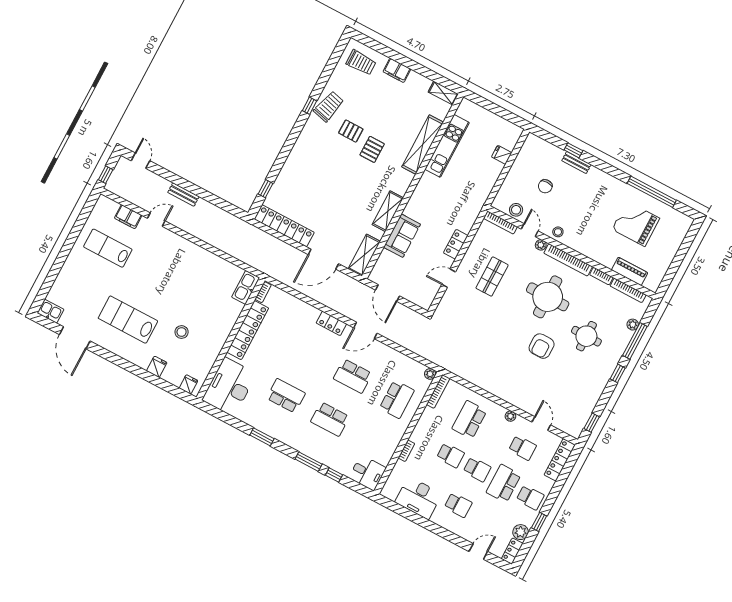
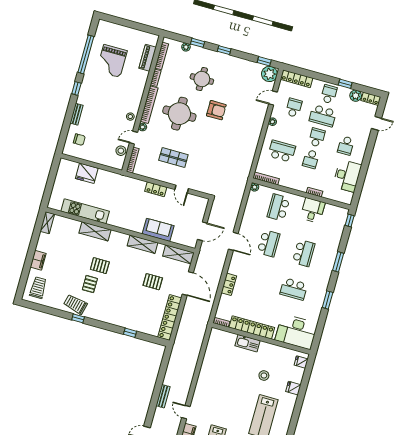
shelving: (423, 145) -> (95, 231), width x0.68
window: (573, 150) -> (76, 88), moved
fridge: (502, 155) -> (87, 173), width x1.88, depth x1.34
chair: (545, 186) -> (79, 140), moved
window: (266, 189) -> (130, 333), moved
pallet: (336, 214) -> (153, 282), added
kitchen sink: (246, 287) -> (248, 343), moved
locker: (331, 323) -> (229, 284), moved
window: (635, 341) -> (198, 43), width x0.46
school desk: (286, 396) -> (294, 289), turned -90
school desk: (397, 399) -> (278, 207), turned -90
school desk: (469, 420) -> (282, 151), turned 180
plant: (574, 426) -> (269, 74), added
school desk: (451, 455) -> (311, 159), turned 180
desk: (367, 473) -> (313, 210), moved
window: (334, 475) -> (350, 221), moved
school desk: (458, 505) -> (346, 146), turned 180
door: (478, 551) -> (377, 123), swing flipped

